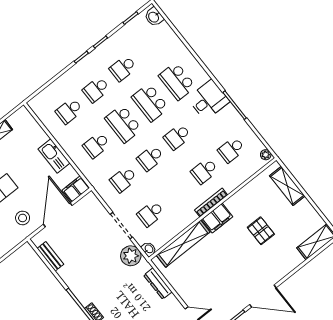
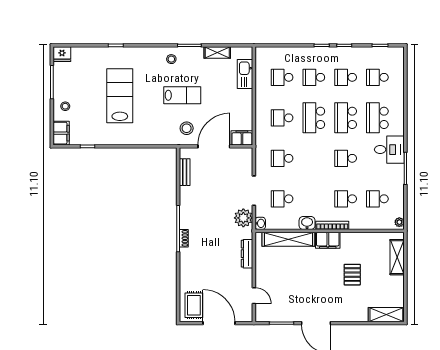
washbasin: (154, 17) -> (307, 223), moved, turned 90
kitchen sink: (54, 156) -> (245, 74), moved
school desk: (150, 158) -> (377, 77), moved

